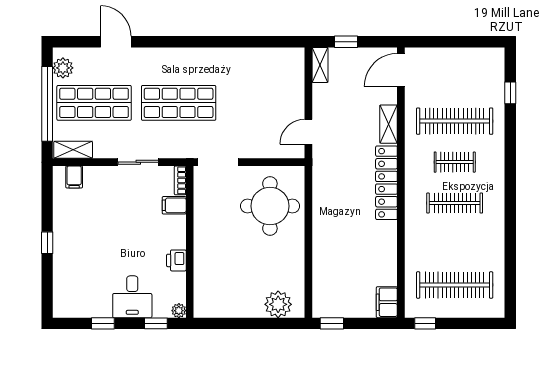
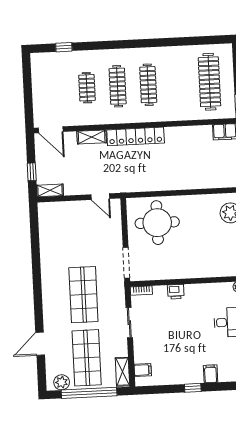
clothes rail: (455, 121) -> (87, 88), width x0.54, depth x0.76
clothes rail: (455, 162) -> (118, 86), width x1.36
filing cabinet: (174, 205) -> (211, 374), moved, turned 180
printer: (176, 260) -> (176, 292), moved

